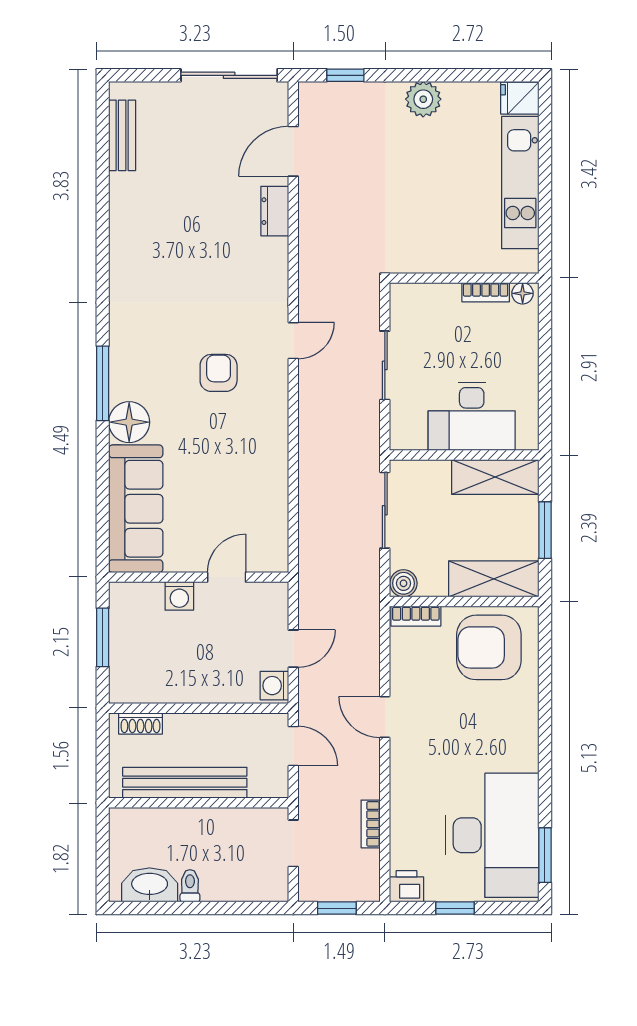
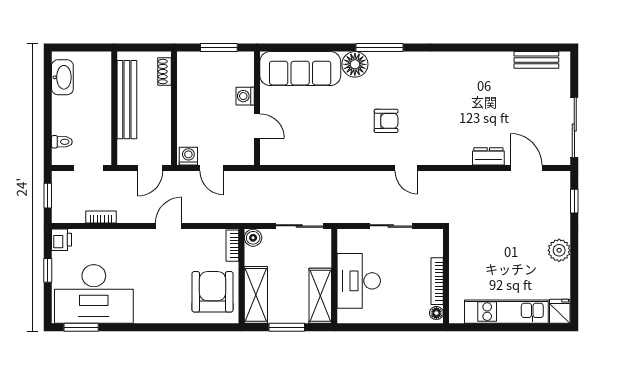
bookcase: (486, 292) -> (437, 281), width x1.56
toilet: (190, 886) -> (62, 142), moved

